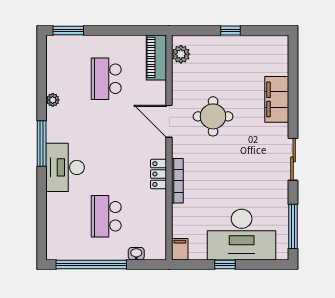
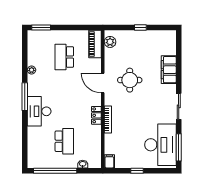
school desk: (106, 216) -> (64, 141), turned 180
desk: (242, 235) -> (160, 145), moved, turned -90

